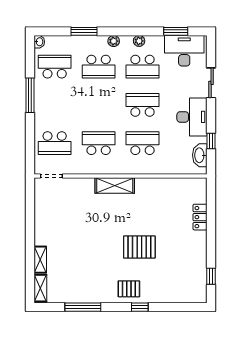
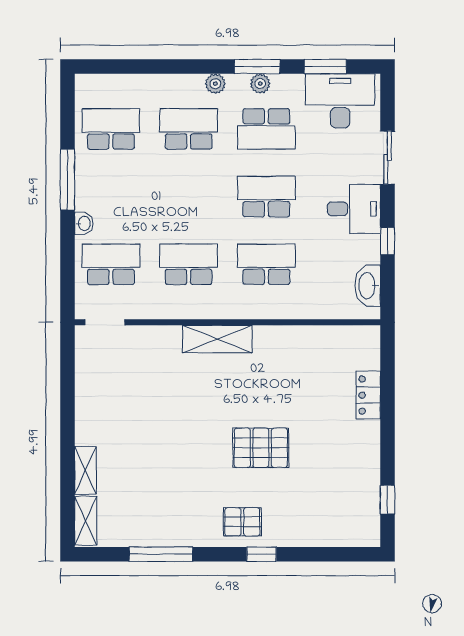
window: (84, 31) -> (257, 67), moved
washbasin: (39, 42) -> (84, 223), moved
school desk: (99, 67) -> (189, 129), turned 180
desk: (192, 117) -> (354, 209), width x0.73
window: (211, 141) -> (388, 241), moved
school desk: (55, 143) -> (111, 264), turned 180

